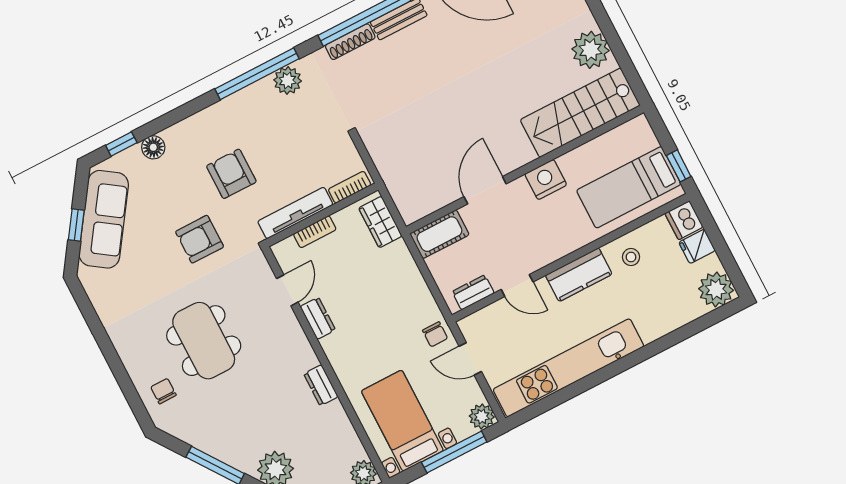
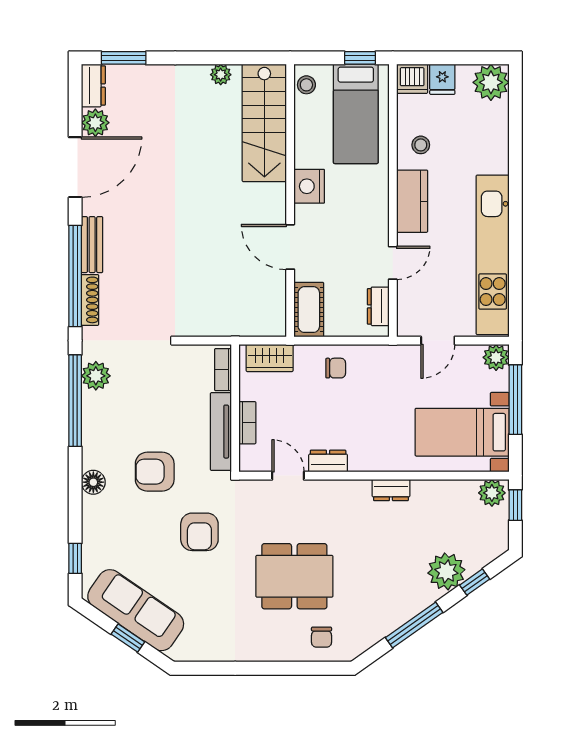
plant: (591, 50) -> (221, 75), width x0.53, depth x0.53
stool: (632, 132) -> (306, 85), added
floor lamp: (153, 147) -> (93, 482), moved
chair: (435, 334) -> (336, 368), moved
chair: (163, 391) -> (322, 637), turned -90

